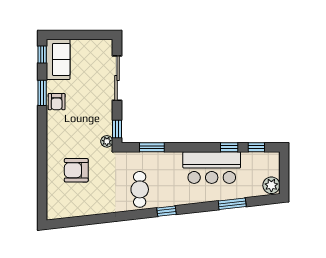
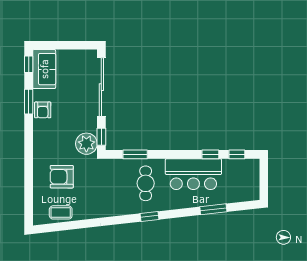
sliding door: (117, 78) -> (101, 87), width x1.36
plant: (107, 141) -> (86, 144), width x1.87, depth x1.87
plant: (271, 185) -> (251, 191), removed
cafe table: (140, 189) -> (146, 183), moved
coffee table: (75, 207) -> (61, 212), added

